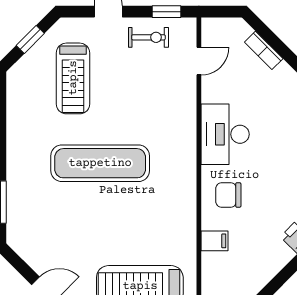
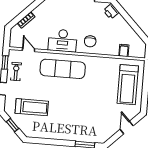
exercise mat: (100, 163) -> (63, 69), moved, turned 90
filing cabinet: (215, 241) -> (124, 50), moved

